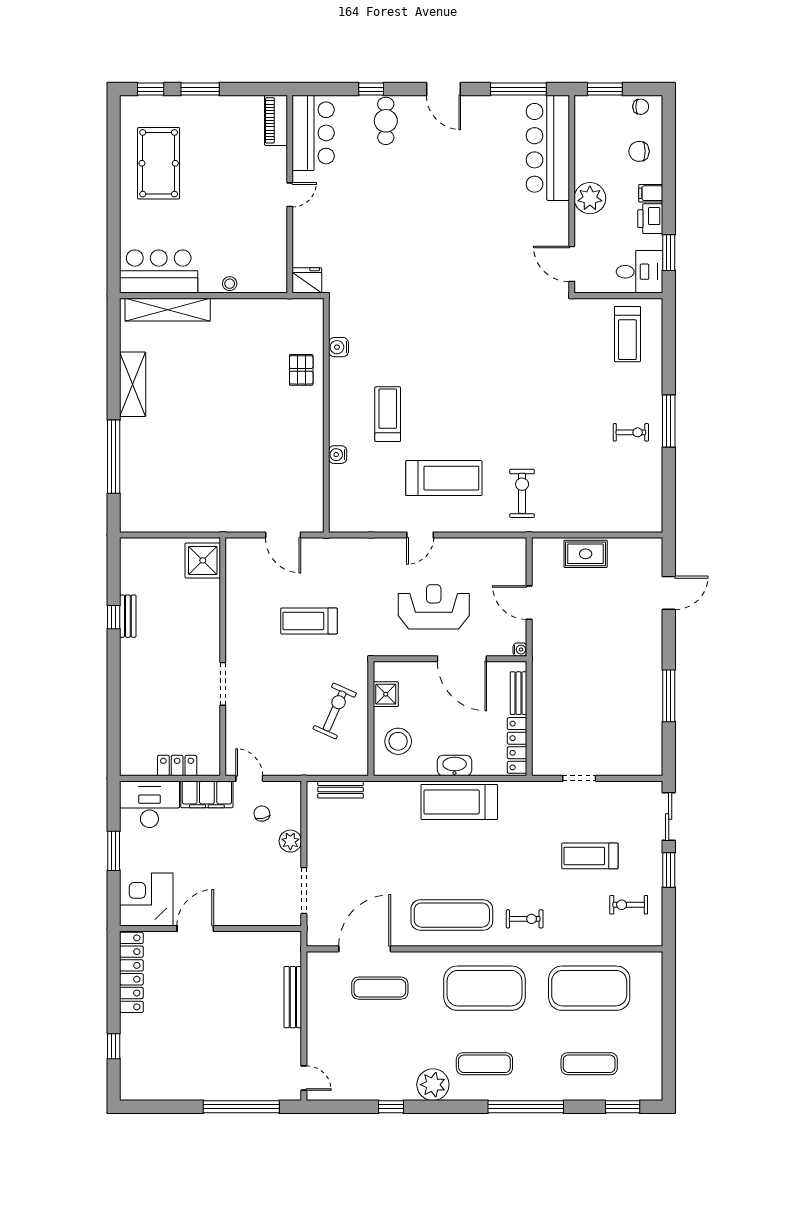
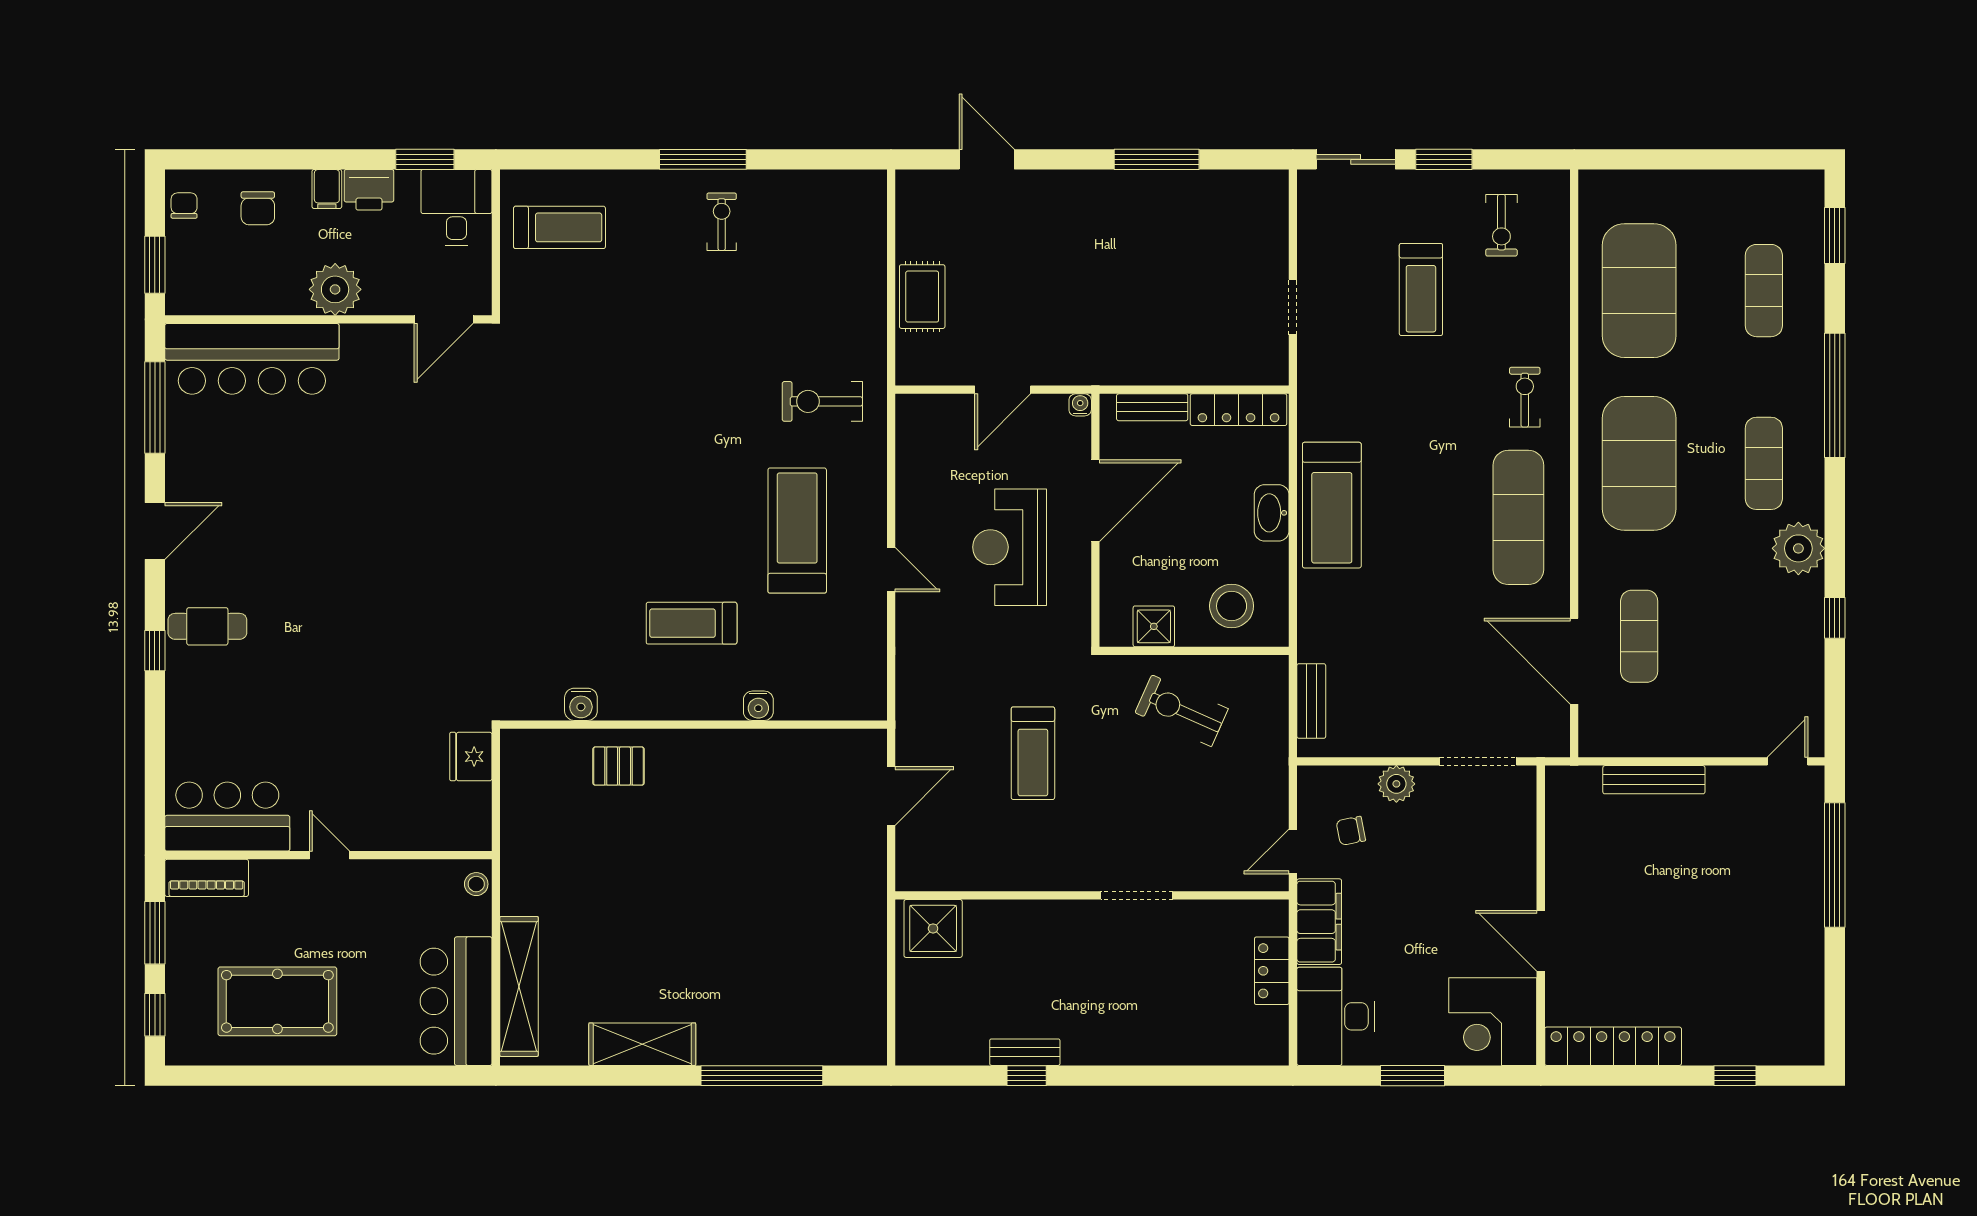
piano: (276, 120) -> (207, 878), moved
bar counter: (313, 133) -> (227, 817), moved
wall: (290, 194) -> (328, 855), moved
door: (290, 195) -> (329, 855), moved

